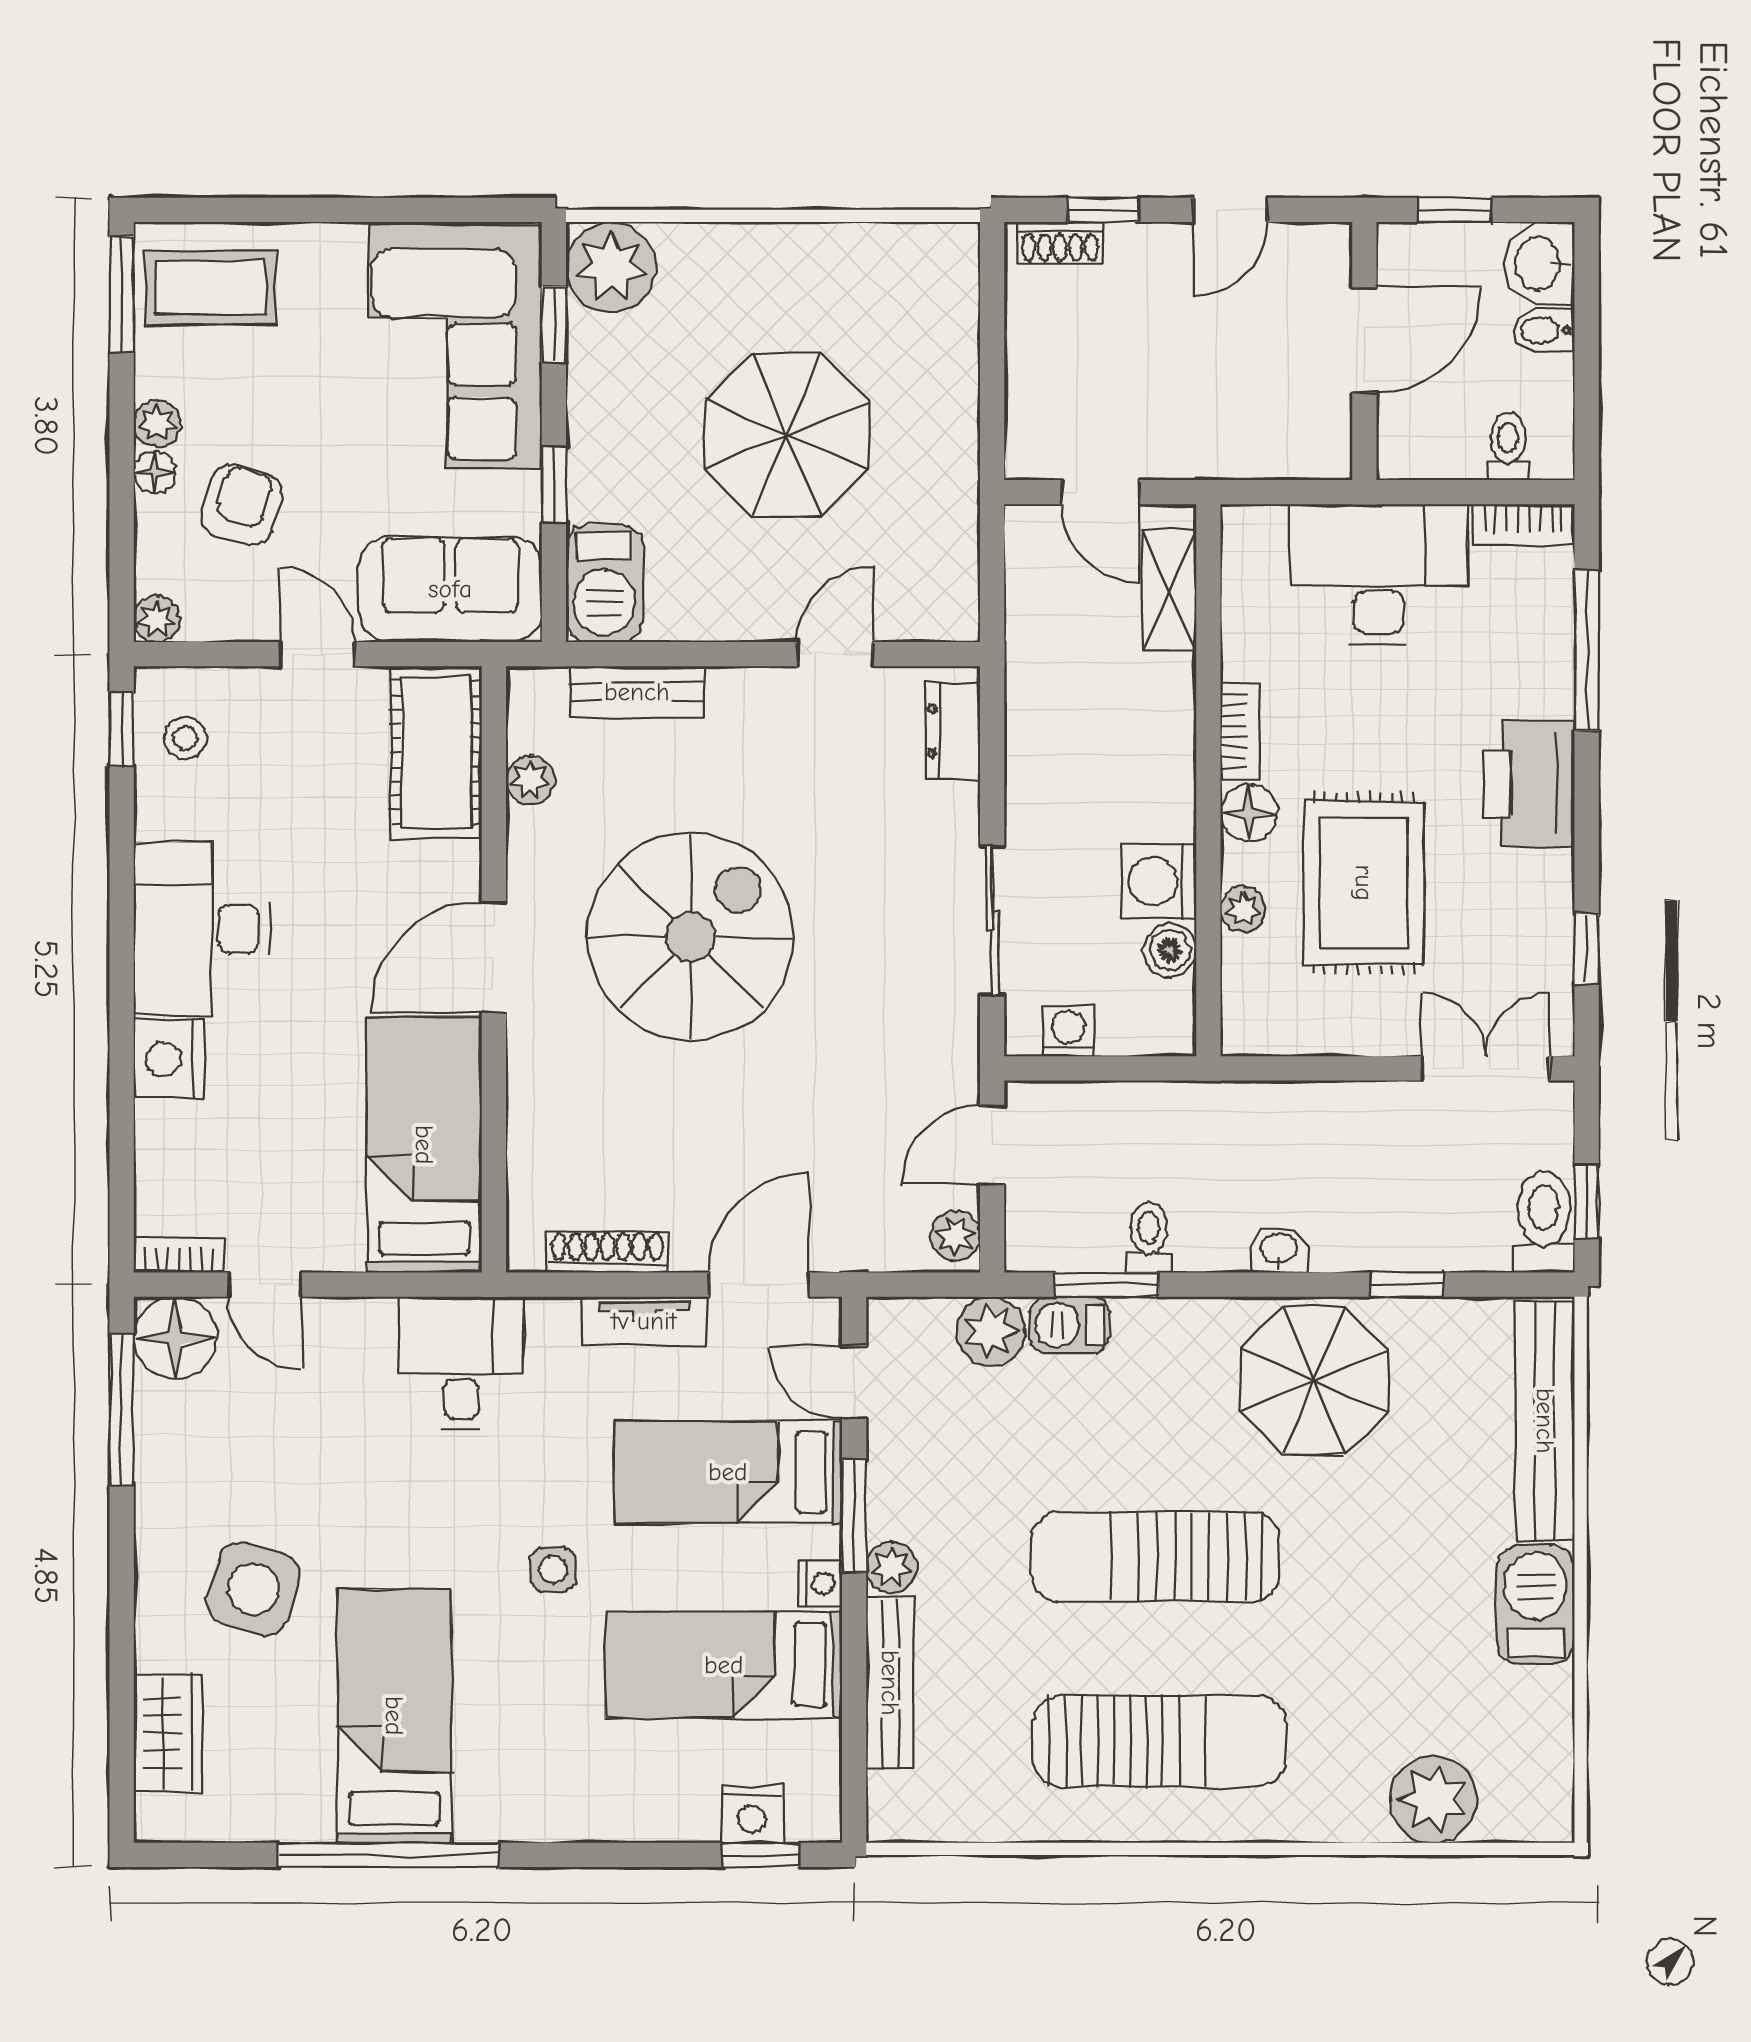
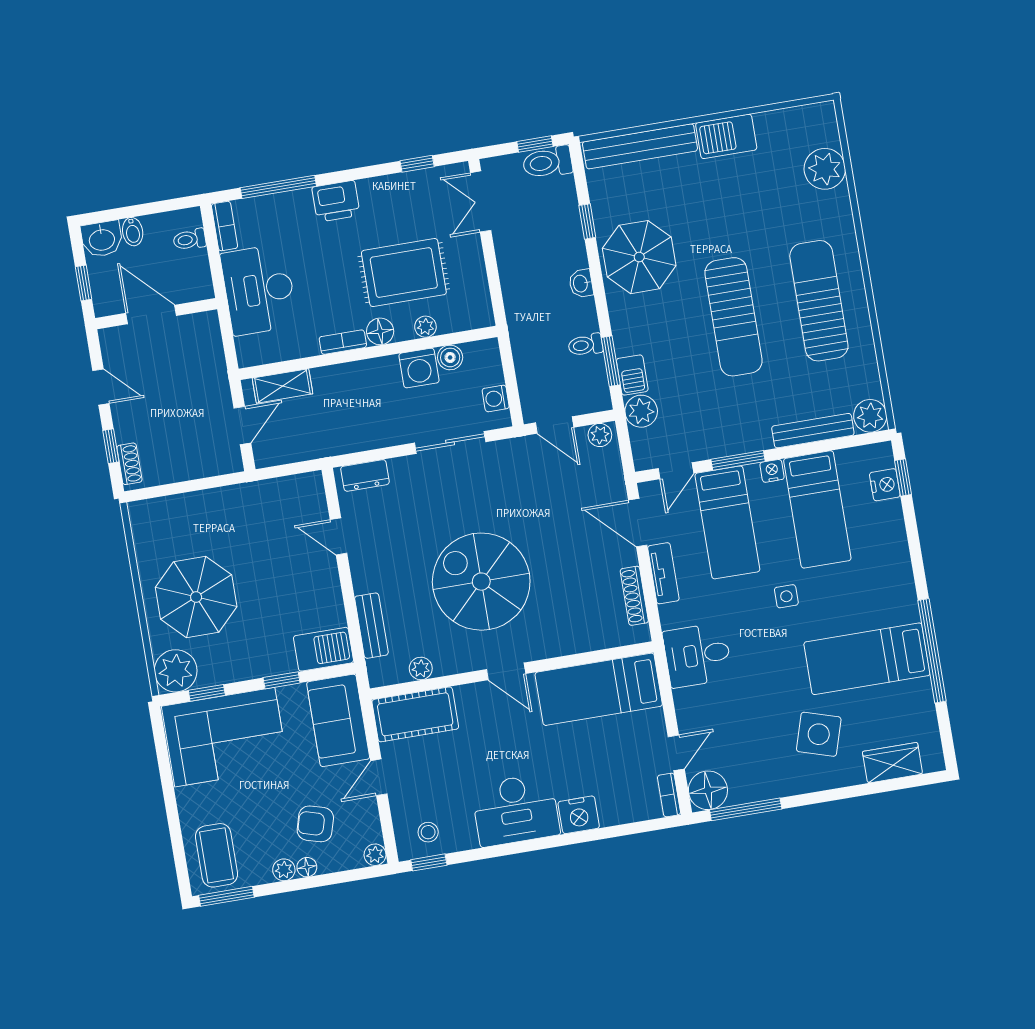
parasol: (787, 435) -> (196, 597), moved
printer: (1529, 783) -> (336, 201), width x0.73, depth x0.84
door: (494, 957) -> (506, 671), width x0.73
plant: (892, 1567) -> (870, 416), moved, width x1.38, depth x1.38

